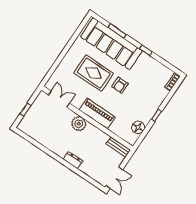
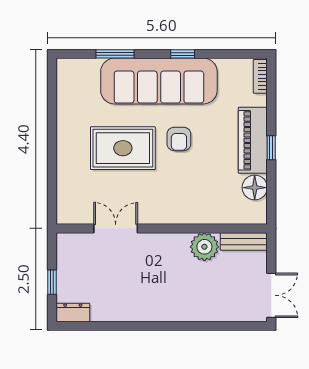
sofa: (111, 44) -> (159, 81), moved
double door: (59, 99) -> (116, 228), moved
piano: (97, 114) -> (253, 140), moved, turned -90
plant: (79, 124) -> (204, 247), moved
dresser: (73, 160) -> (73, 312), moved

